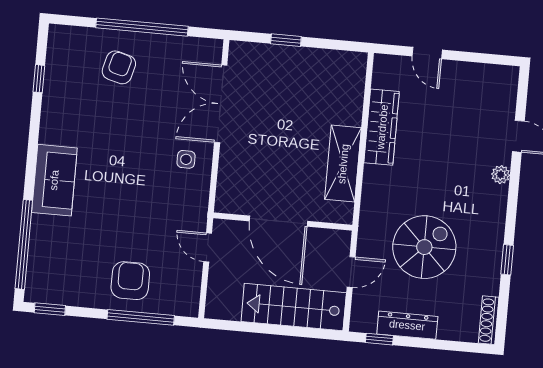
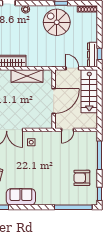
sofa: (54, 180) -> (21, 197), moved
spiral stairs: (424, 247) -> (57, 22), moved
armchair: (130, 281) -> (82, 178), moved
dresser: (407, 325) -> (93, 55), moved

